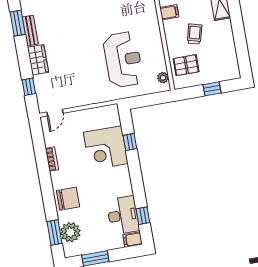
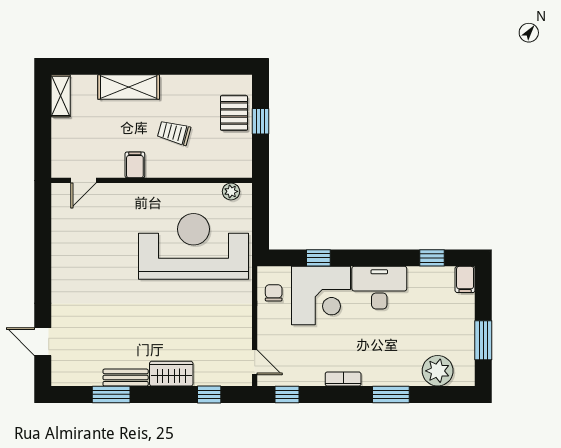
reception desk: (123, 60) -> (194, 246), width x1.36, depth x1.30
pallet: (186, 65) -> (234, 113), moved
window: (38, 137) -> (287, 394), added
bookcase: (52, 159) -> (343, 379), moved
chair: (68, 199) -> (274, 293), moved, width x0.54, depth x0.54
desk: (123, 215) -> (379, 288), moved
window: (54, 232) -> (391, 394), moved

